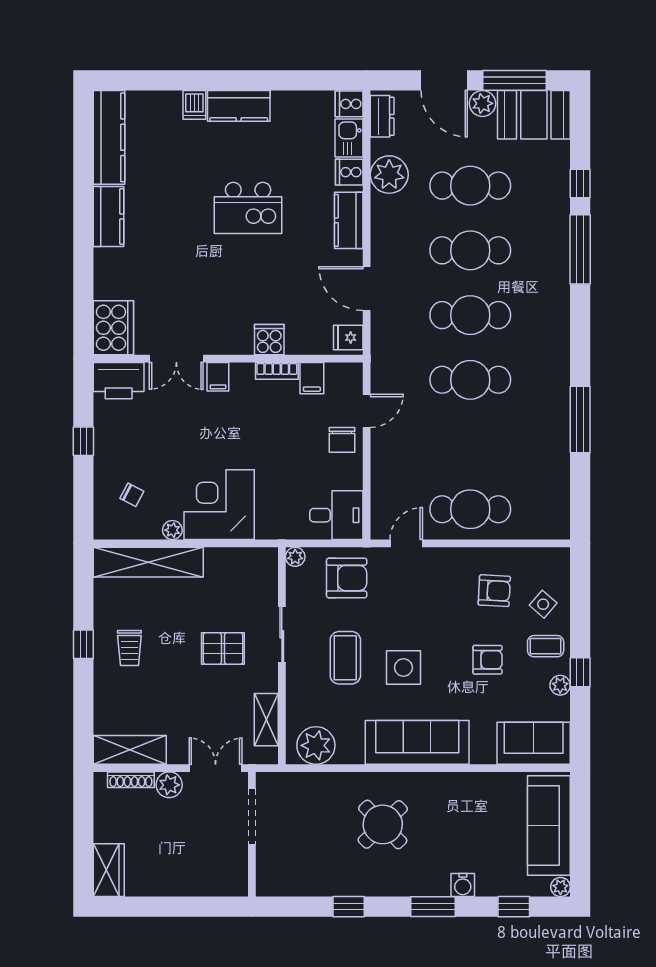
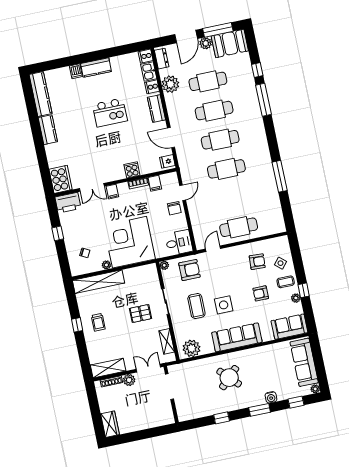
door: (444, 80) -> (186, 36), hinge flipped
corner desk: (219, 505) -> (129, 242), width x1.36, depth x1.36
armchair: (488, 660) -> (261, 293), turned 180

